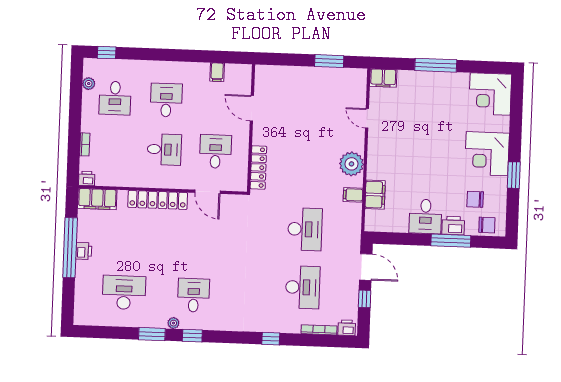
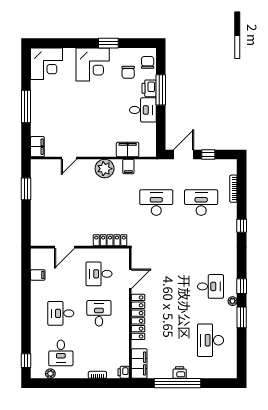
desk: (115, 98) -> (61, 353), turned 90
desk: (194, 295) -> (210, 286), turned 180
printer: (347, 328) -> (231, 167), removed

